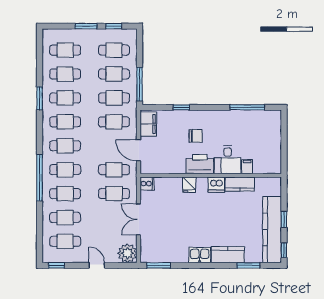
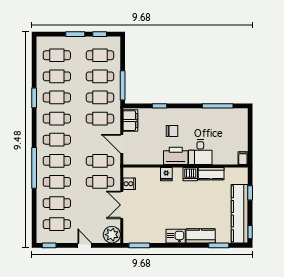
filing cabinet: (247, 167) -> (243, 158), moved
cooker: (147, 184) -> (129, 184), moved
window: (284, 219) -> (250, 193), moved

